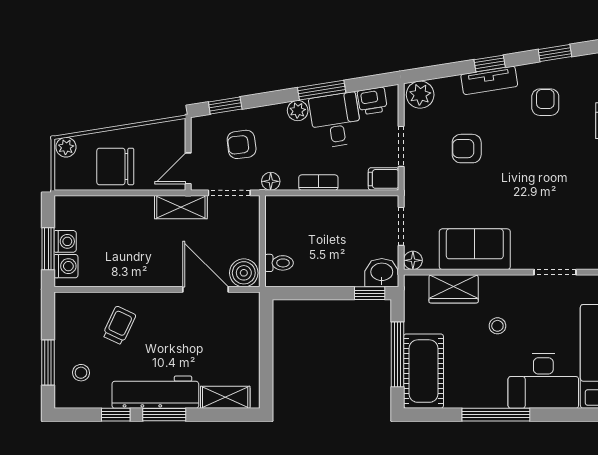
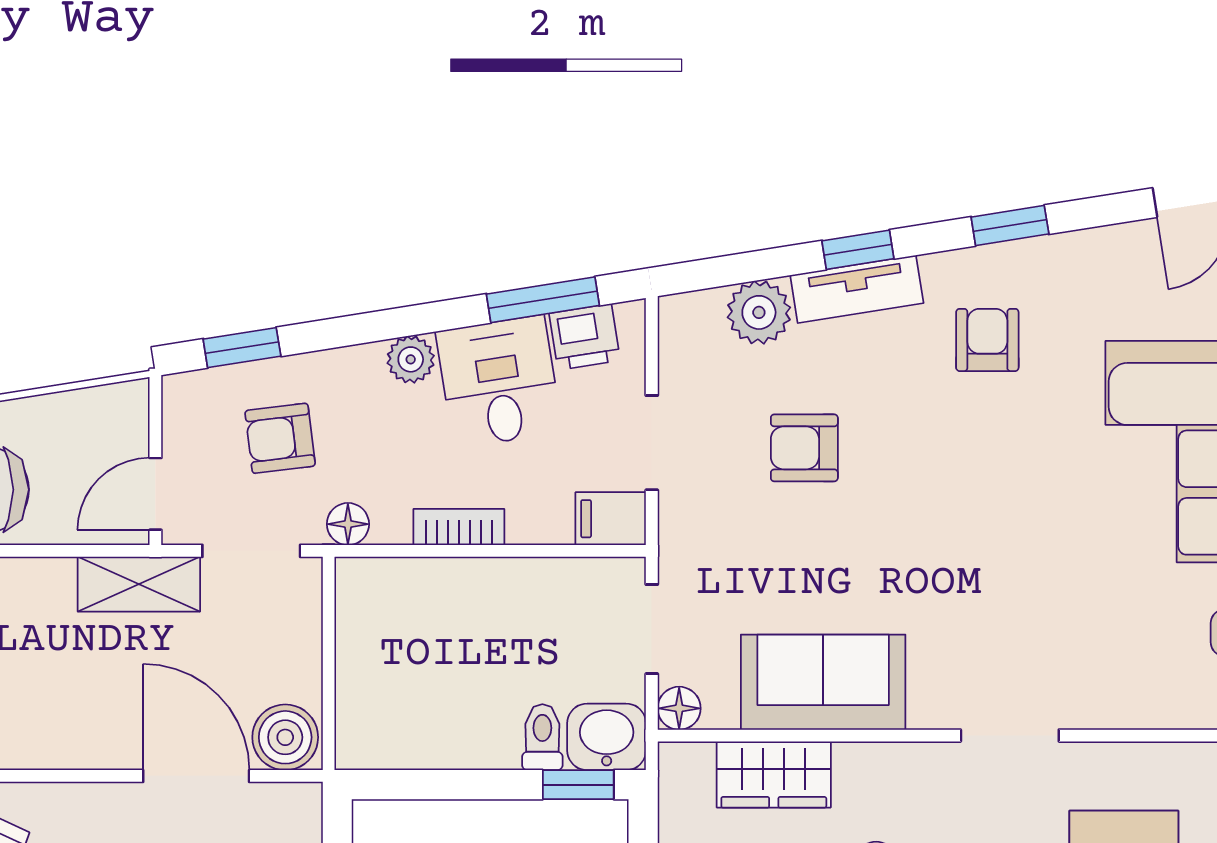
window: (322, 90) -> (543, 300), moved
plant: (420, 95) -> (759, 312), moved
toilet: (279, 263) -> (542, 737), moved, turned -90

